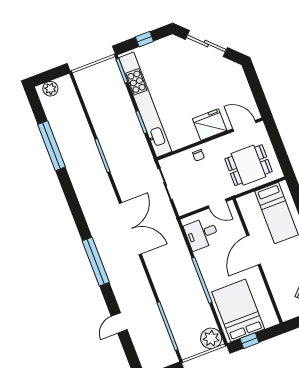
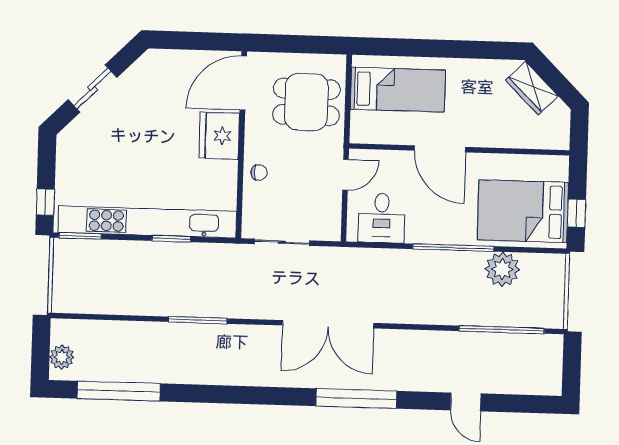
window: (144, 39) -> (45, 202), moved
sliding door: (206, 43) -> (92, 89), width x0.73
door: (244, 126) -> (243, 83), width x1.36
window: (51, 146) -> (119, 391), moved
dining table: (249, 165) -> (306, 102), turned 90
double door: (130, 229) -> (328, 324), swing flipped
plant: (211, 338) -> (502, 269), moved

